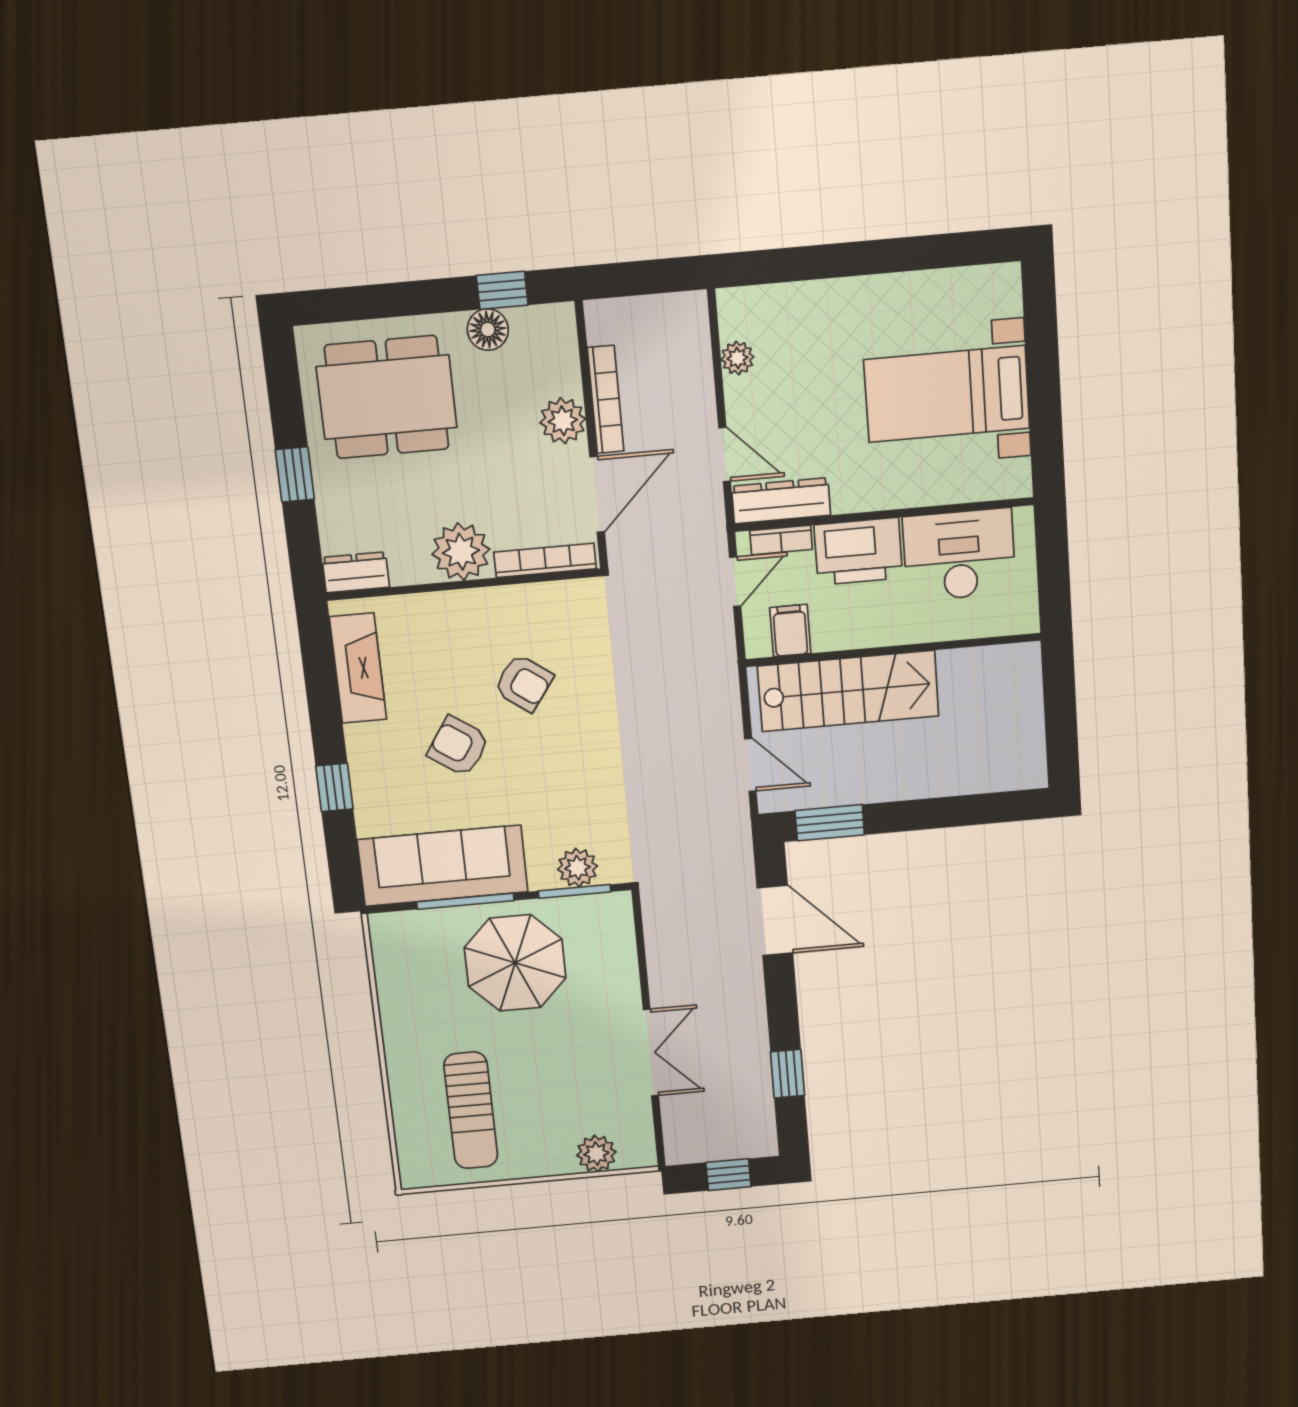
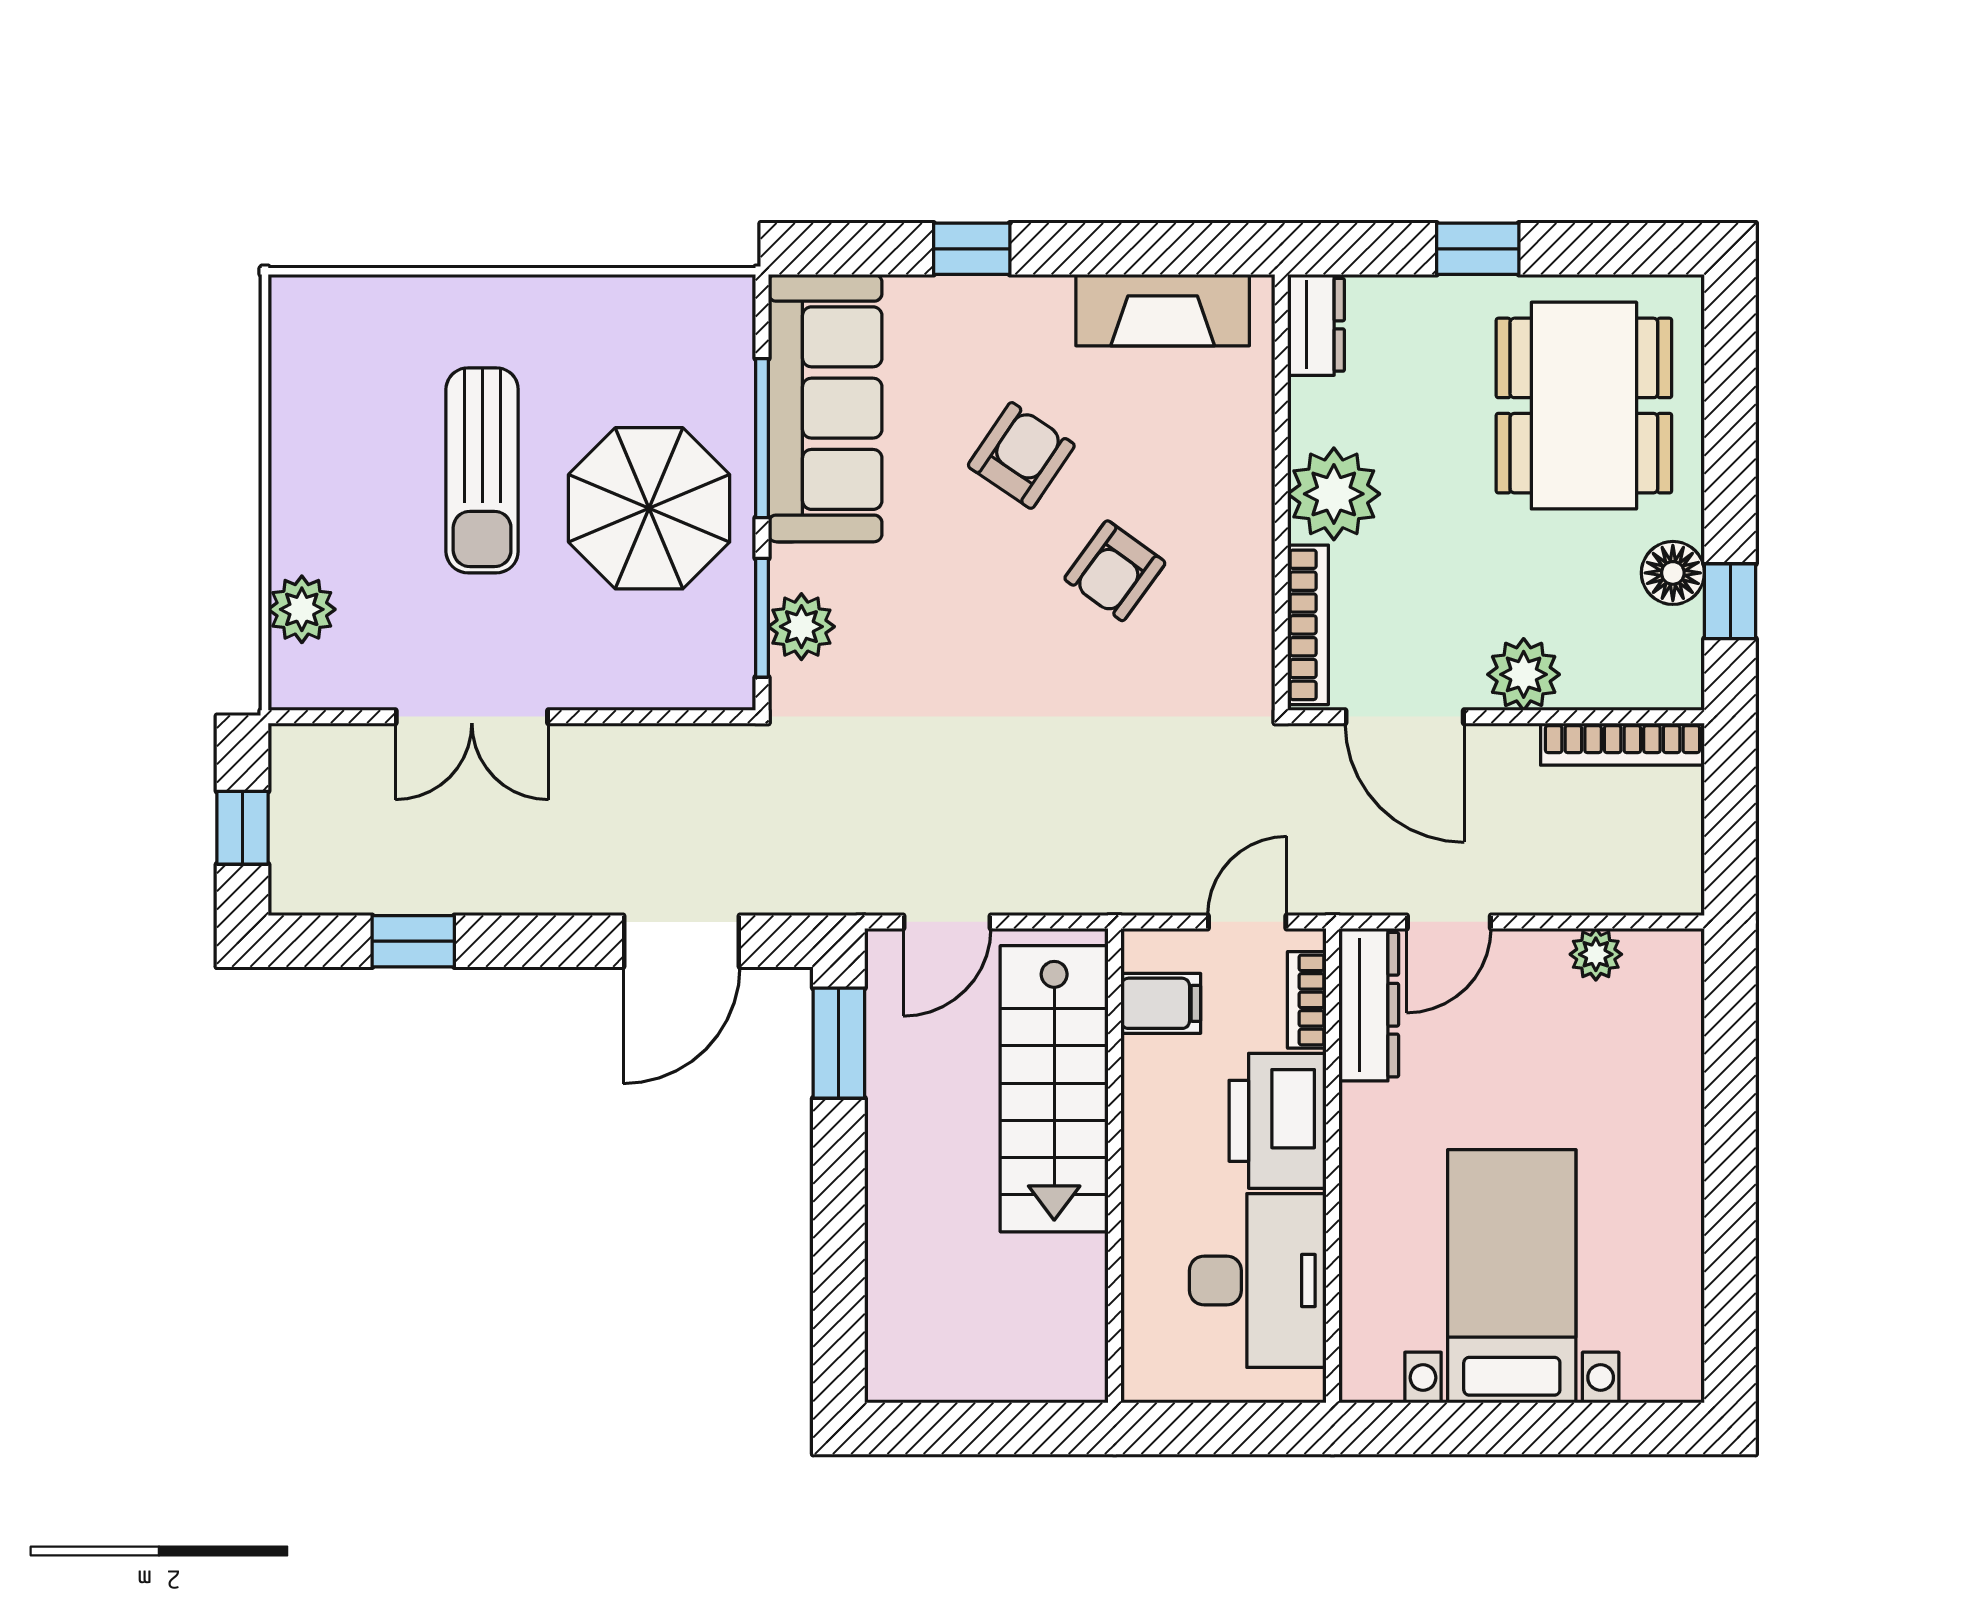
bookcase: (606, 399) -> (1622, 744), moved
door: (735, 582) -> (1247, 922), swing flipped
sun lounger: (471, 1110) -> (482, 470), moved, turned -90

